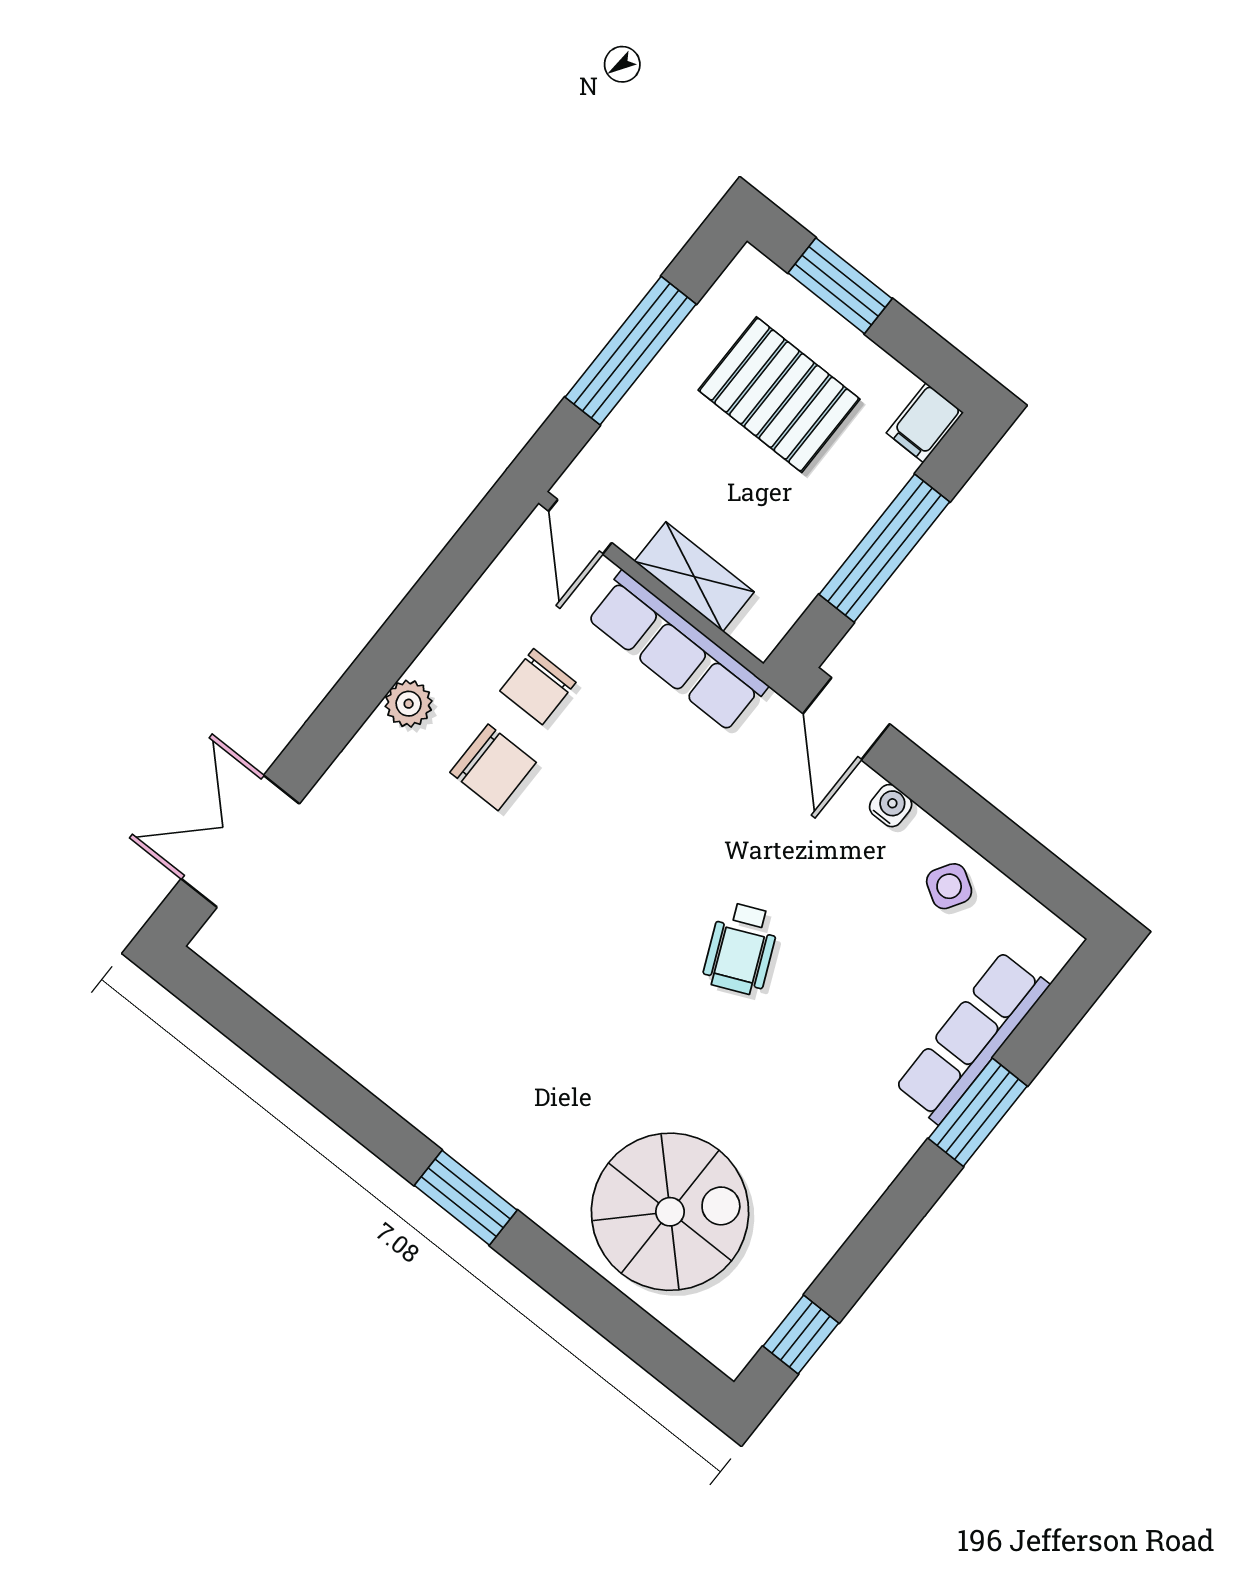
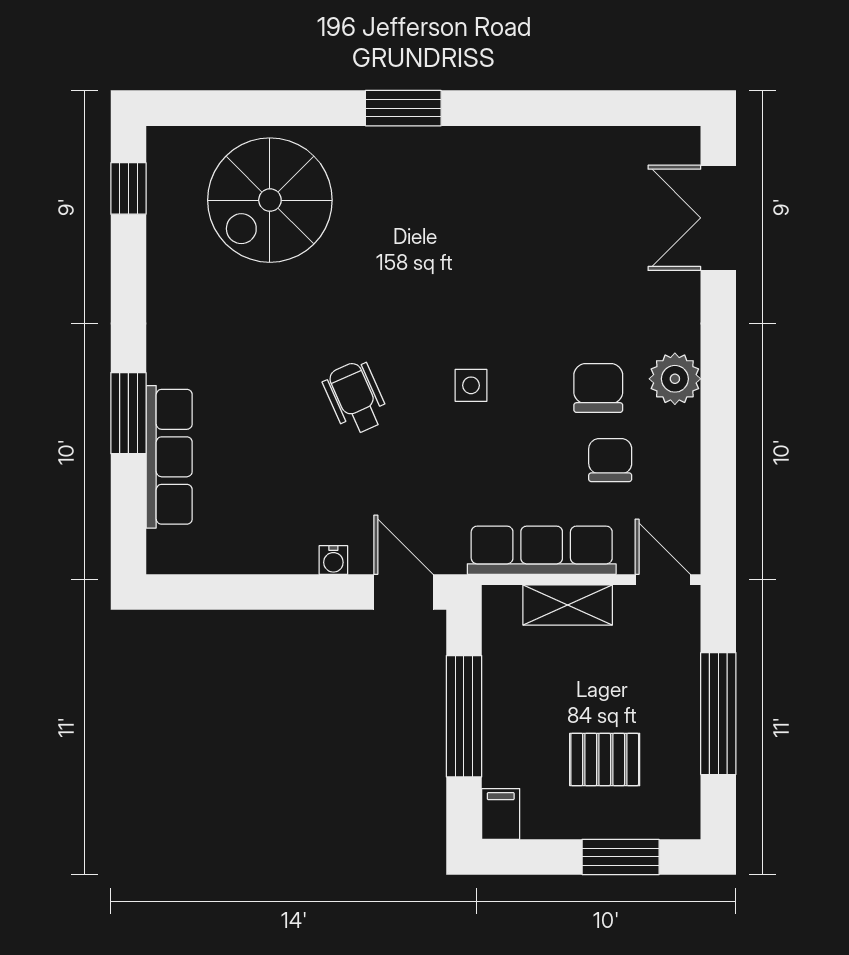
pallet: (779, 395) -> (605, 759), width x0.67, depth x0.71
plant: (409, 704) -> (675, 379), width x1.38, depth x1.38
chair: (493, 767) -> (598, 388), turned 90
double door: (240, 841) -> (718, 218), swing flipped
side table: (949, 886) -> (471, 385), moved, turned -32

